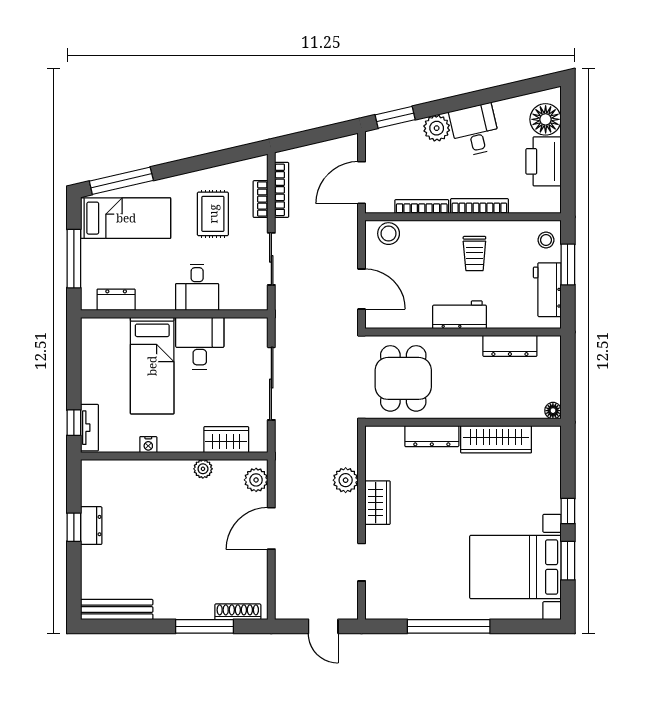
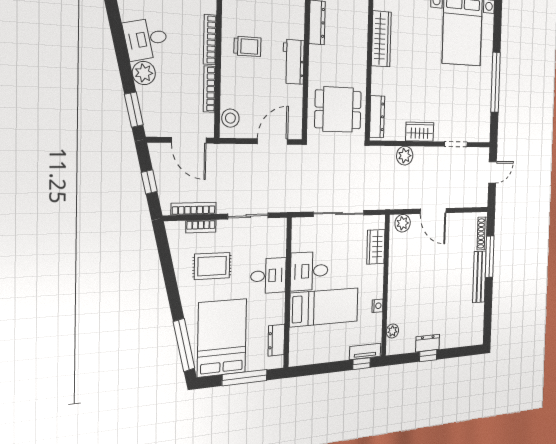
window: (313, 136) -> (149, 182), added
bed: (126, 218) -> (222, 338), width x1.50
dresser: (432, 436) -> (377, 117), moved
plant: (203, 469) -> (392, 331), moved
bench: (117, 609) -> (479, 277), moved

